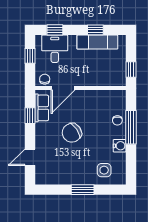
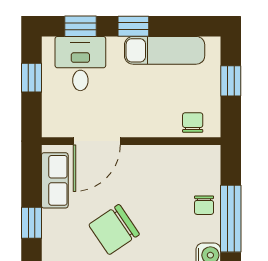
window: (95, 30) -> (133, 26), moved
window: (131, 70) -> (231, 81), moved
chair: (45, 79) -> (193, 123), moved
window: (30, 116) -> (31, 223), moved

